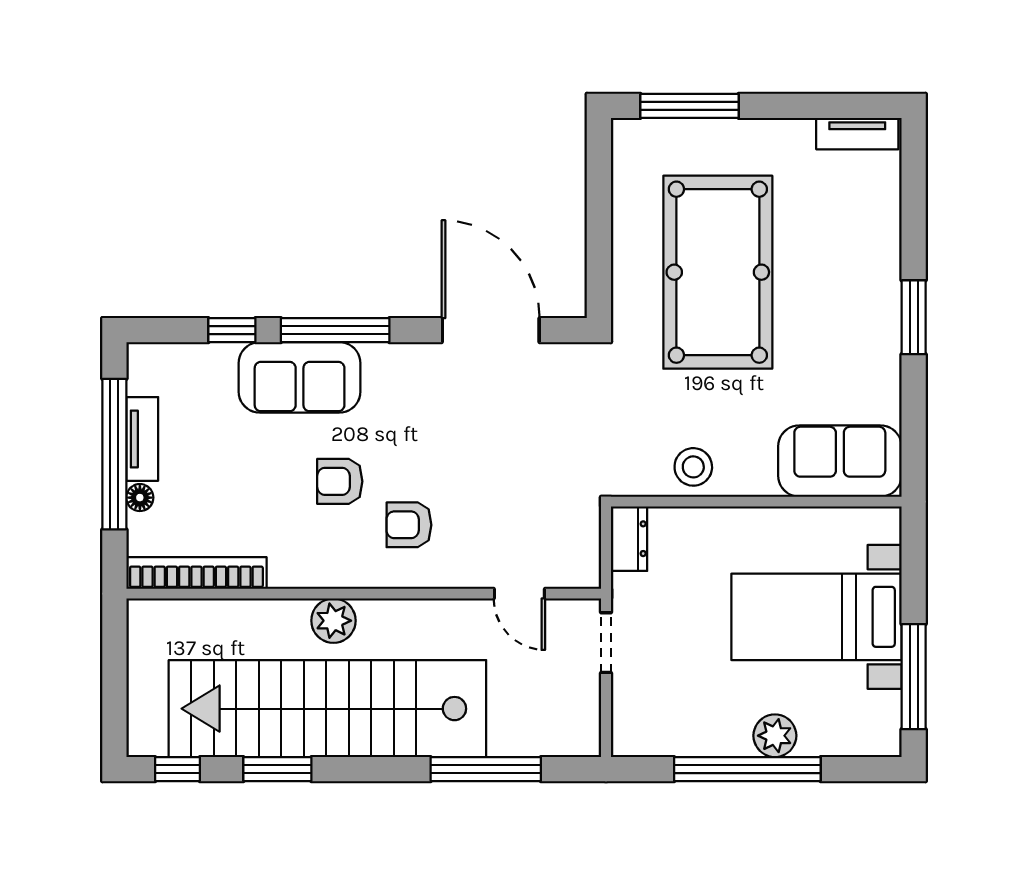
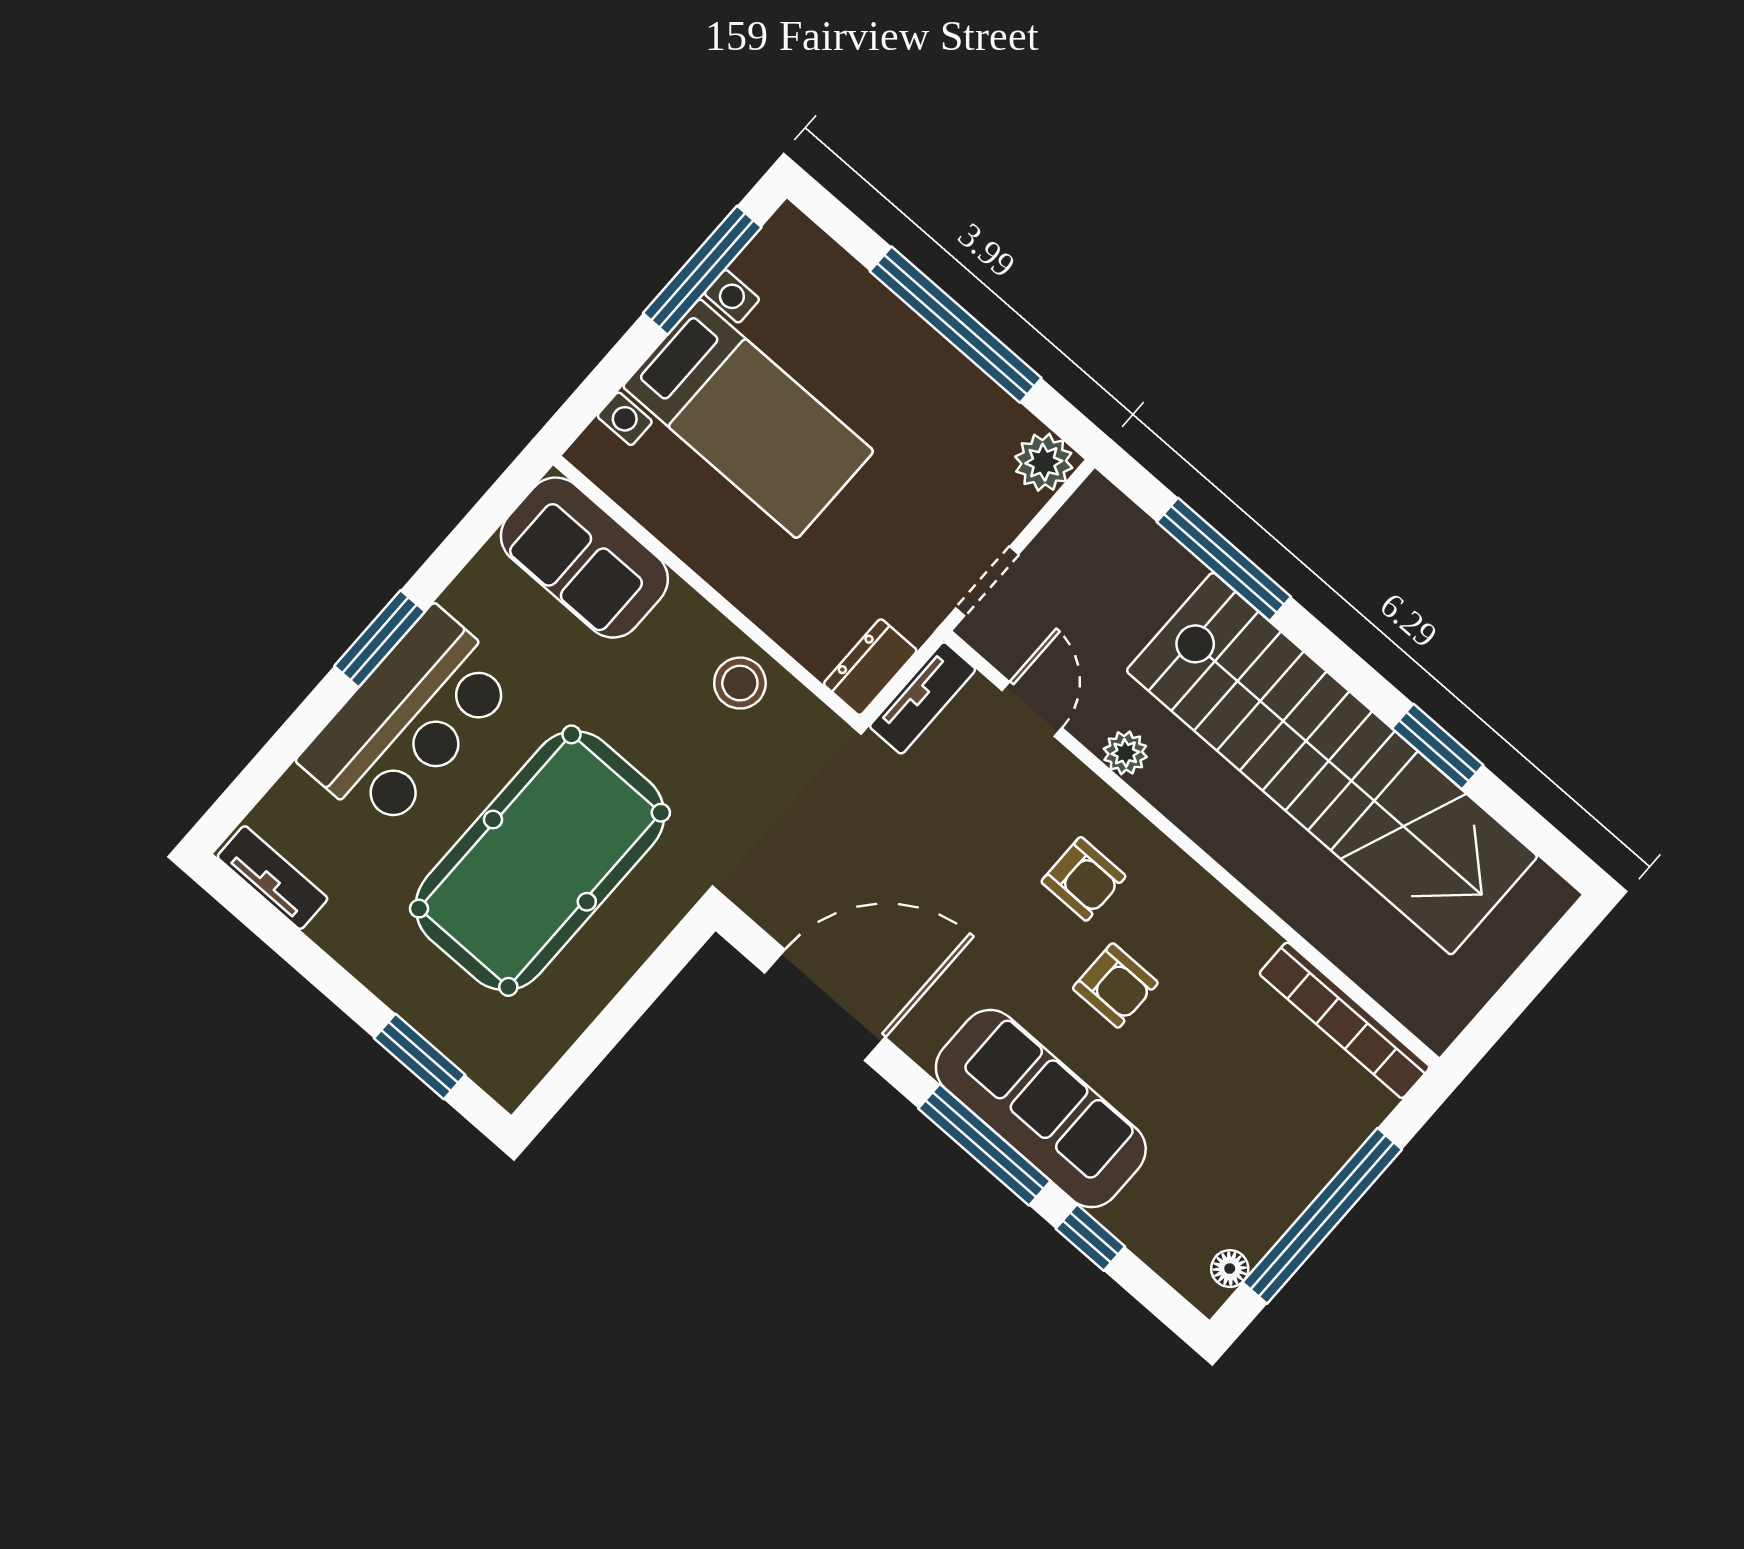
window: (690, 106) -> (420, 1057), width x0.69
bar counter: (858, 286) -> (408, 720), added
door: (491, 330) -> (825, 1005), swing flipped
sofa: (300, 377) -> (1041, 1109), width x1.36
tv unit: (142, 439) -> (923, 698), moved, turned 180
floor lamp: (140, 498) -> (1230, 1269), moved
plant: (333, 621) -> (1125, 753), moved, width x0.73, depth x0.73
plant: (775, 736) -> (1044, 462), moved
window: (177, 769) -> (1540, 836), removed

